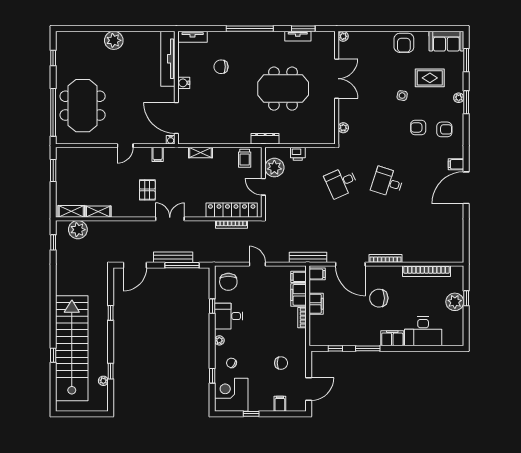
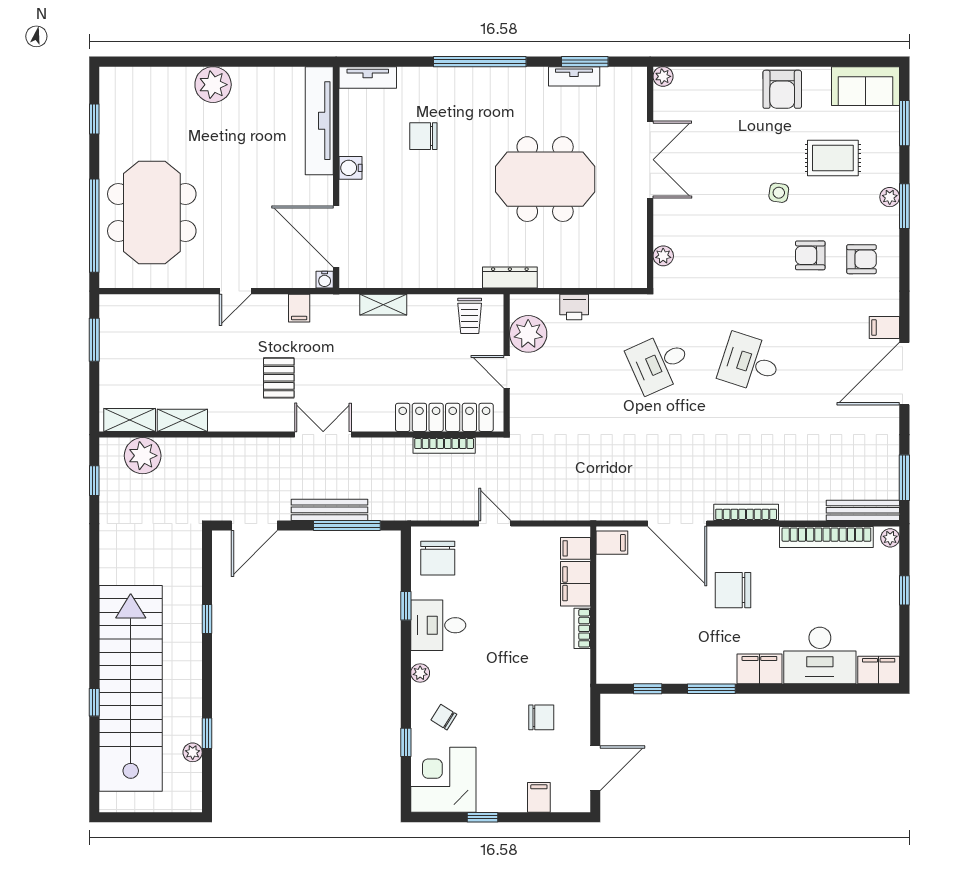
window: (466, 241) -> (904, 478), added
bench: (308, 257) -> (863, 510), moved
plant: (455, 302) -> (890, 538), moved, width x0.53, depth x0.53
filing cabinet: (316, 304) -> (879, 670), moved, turned -90

